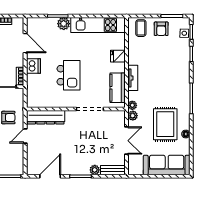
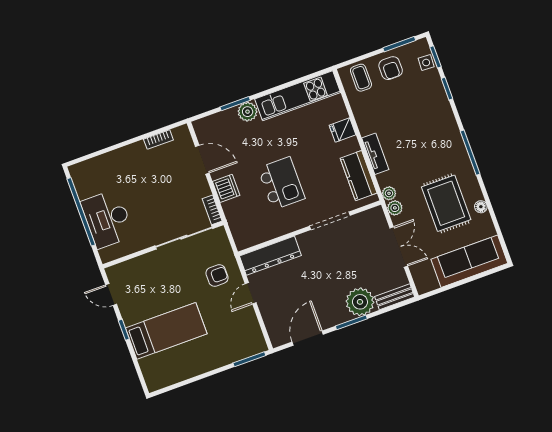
plant: (95, 170) -> (360, 302), width x1.87, depth x1.87

